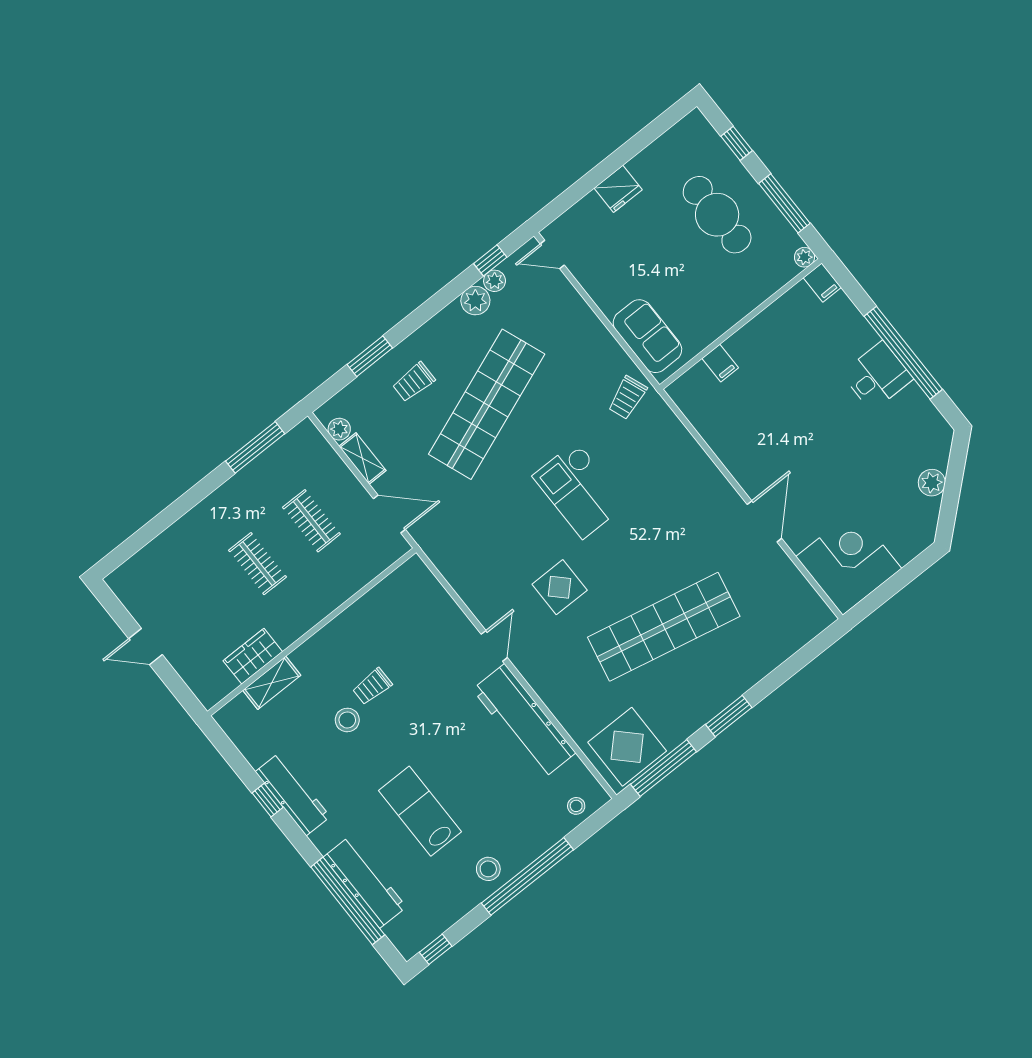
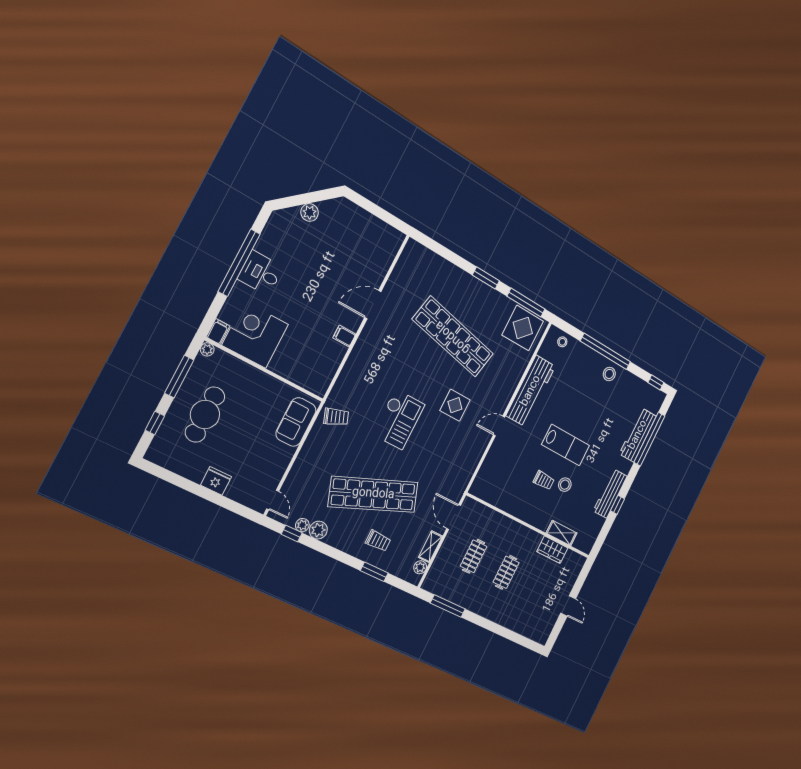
filing cabinet: (720, 363) -> (344, 336), moved, turned -90
corner desk: (849, 562) -> (255, 335), moved, turned 90
lab bench: (420, 811) -> (566, 445), moved, turned -90

